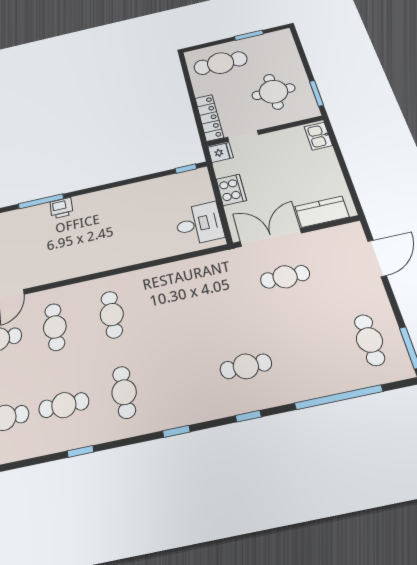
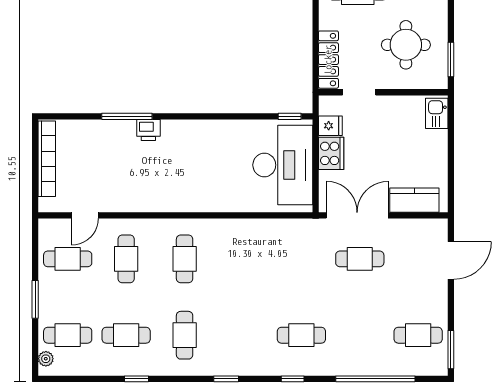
fridge: (221, 152) -> (330, 126), moved
desk: (199, 224) -> (283, 165), width x1.87, depth x1.30
cafe table: (369, 340) -> (418, 335), turned 90

